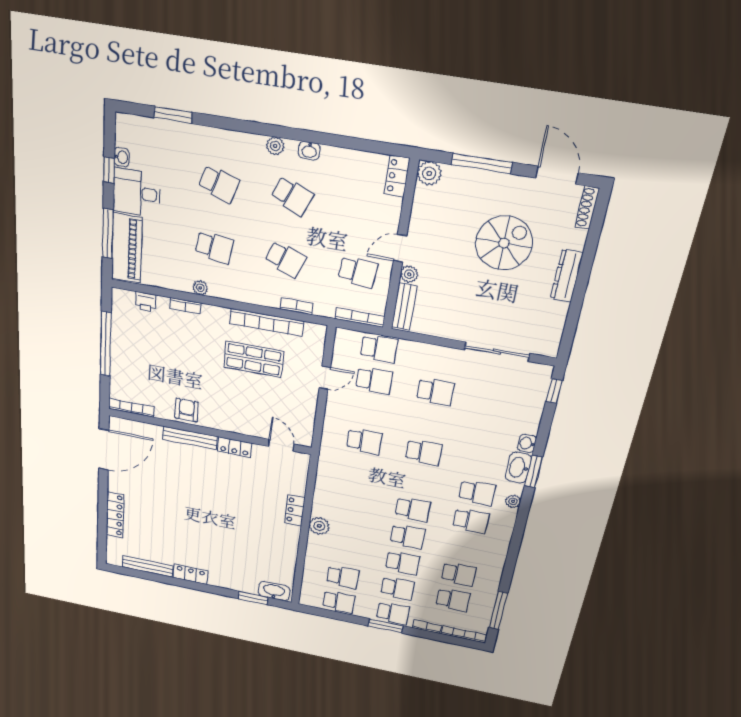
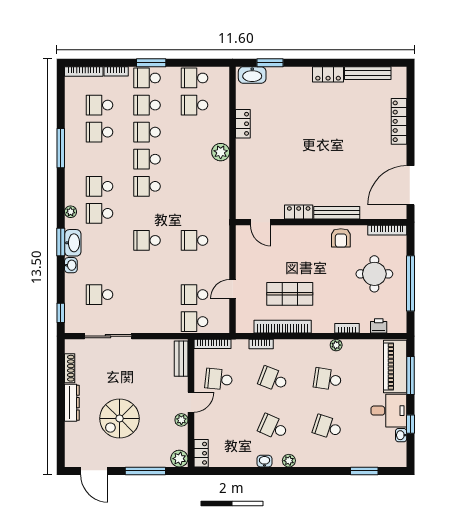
shoe rack: (587, 208) -> (70, 368), moved
plant: (409, 274) -> (181, 420), moved
round table: (149, 363) -> (374, 274), added
school desk: (435, 392) -> (99, 295), moved
locker: (295, 510) -> (243, 124), moved
window: (498, 610) -> (61, 148), moved

